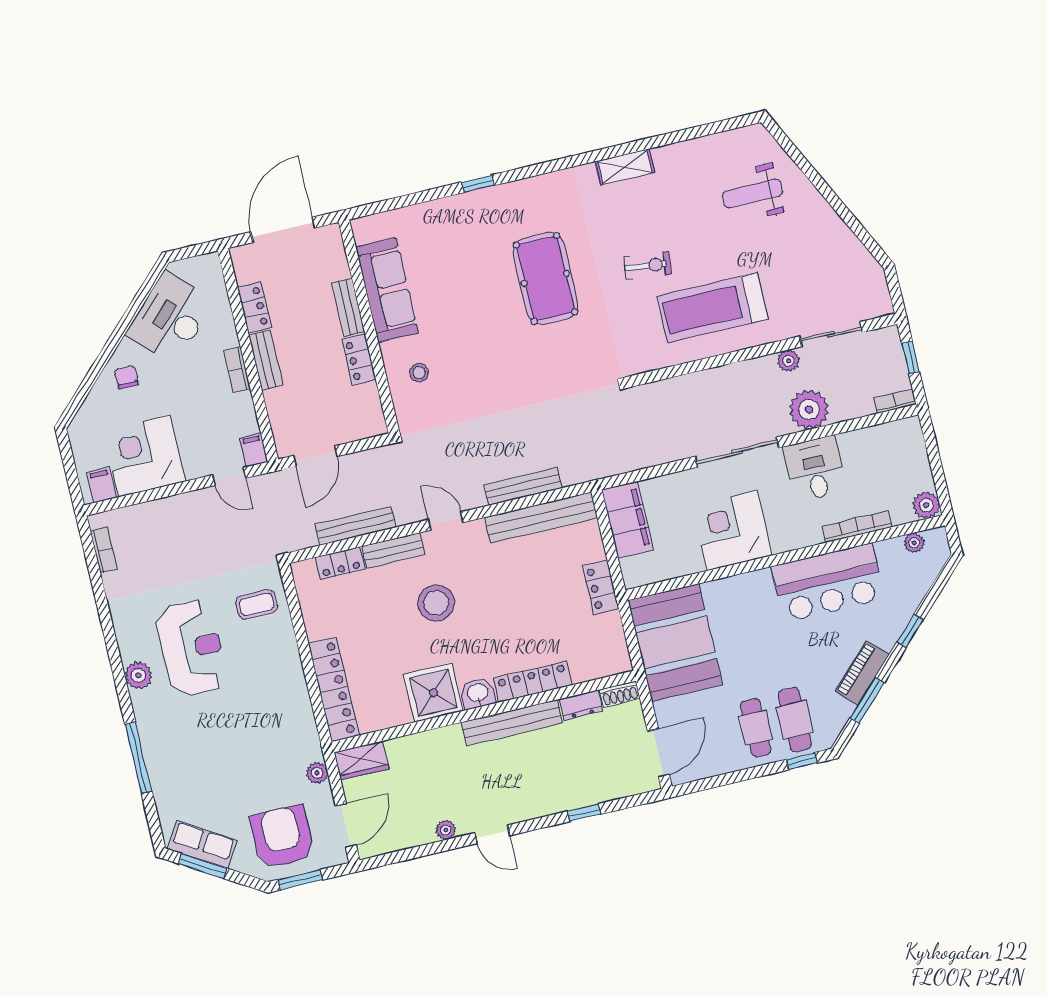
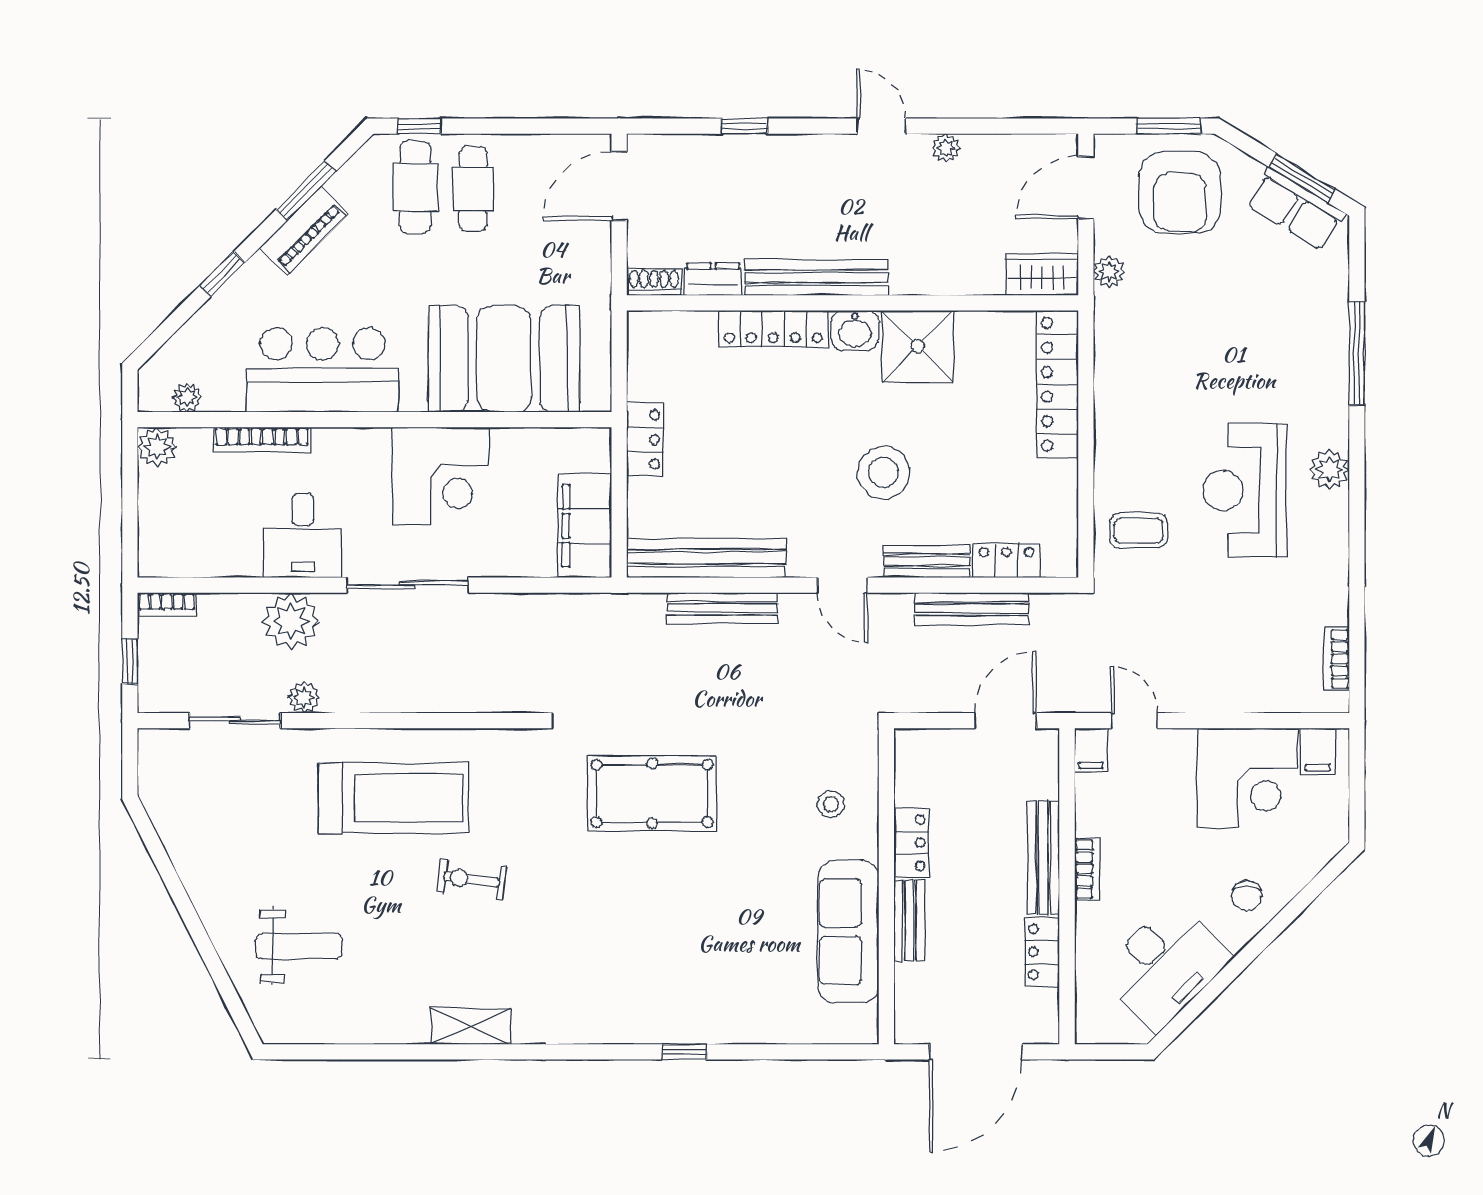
pool table: (545, 278) -> (652, 793), moved, turned 90
bench: (266, 360) -> (1044, 858), width x1.36
booth: (675, 643) -> (504, 359), moved, turned 90

